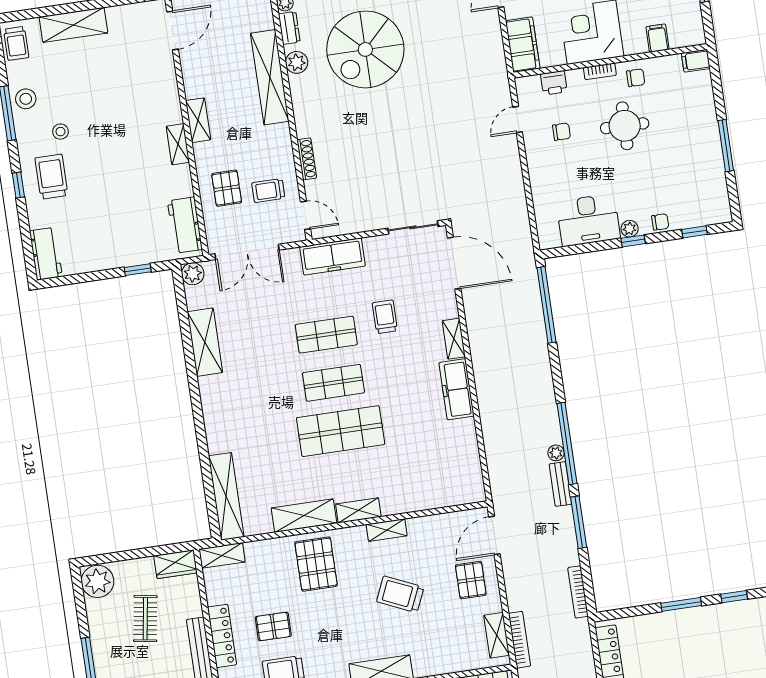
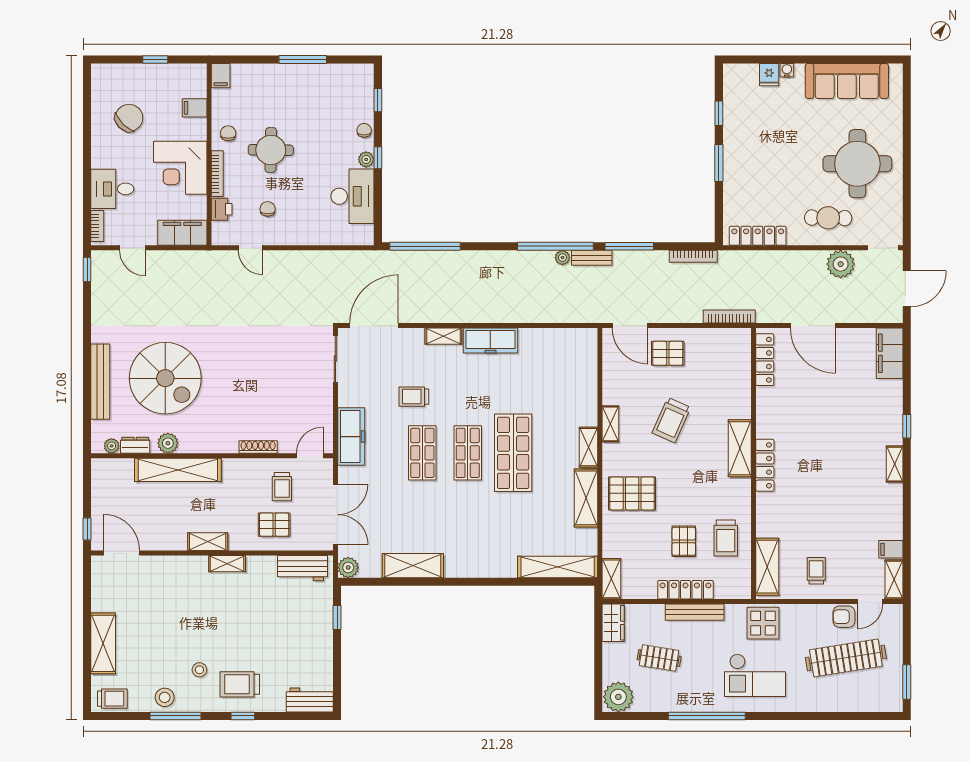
bookcase: (600, 71) -> (217, 174), width x1.56
shelving: (497, 635) -> (722, 337), removed

